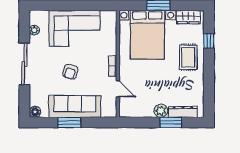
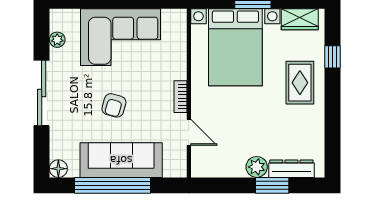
window: (69, 122) -> (113, 185), width x2.11

